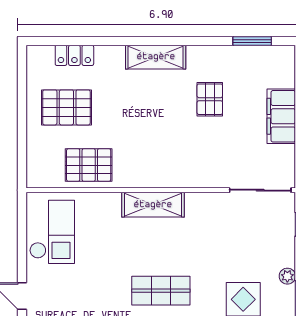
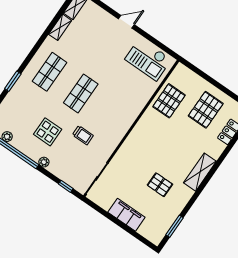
shelving: (153, 205) -> (127, 119), removed
trolley: (215, 249) -> (83, 135), added

